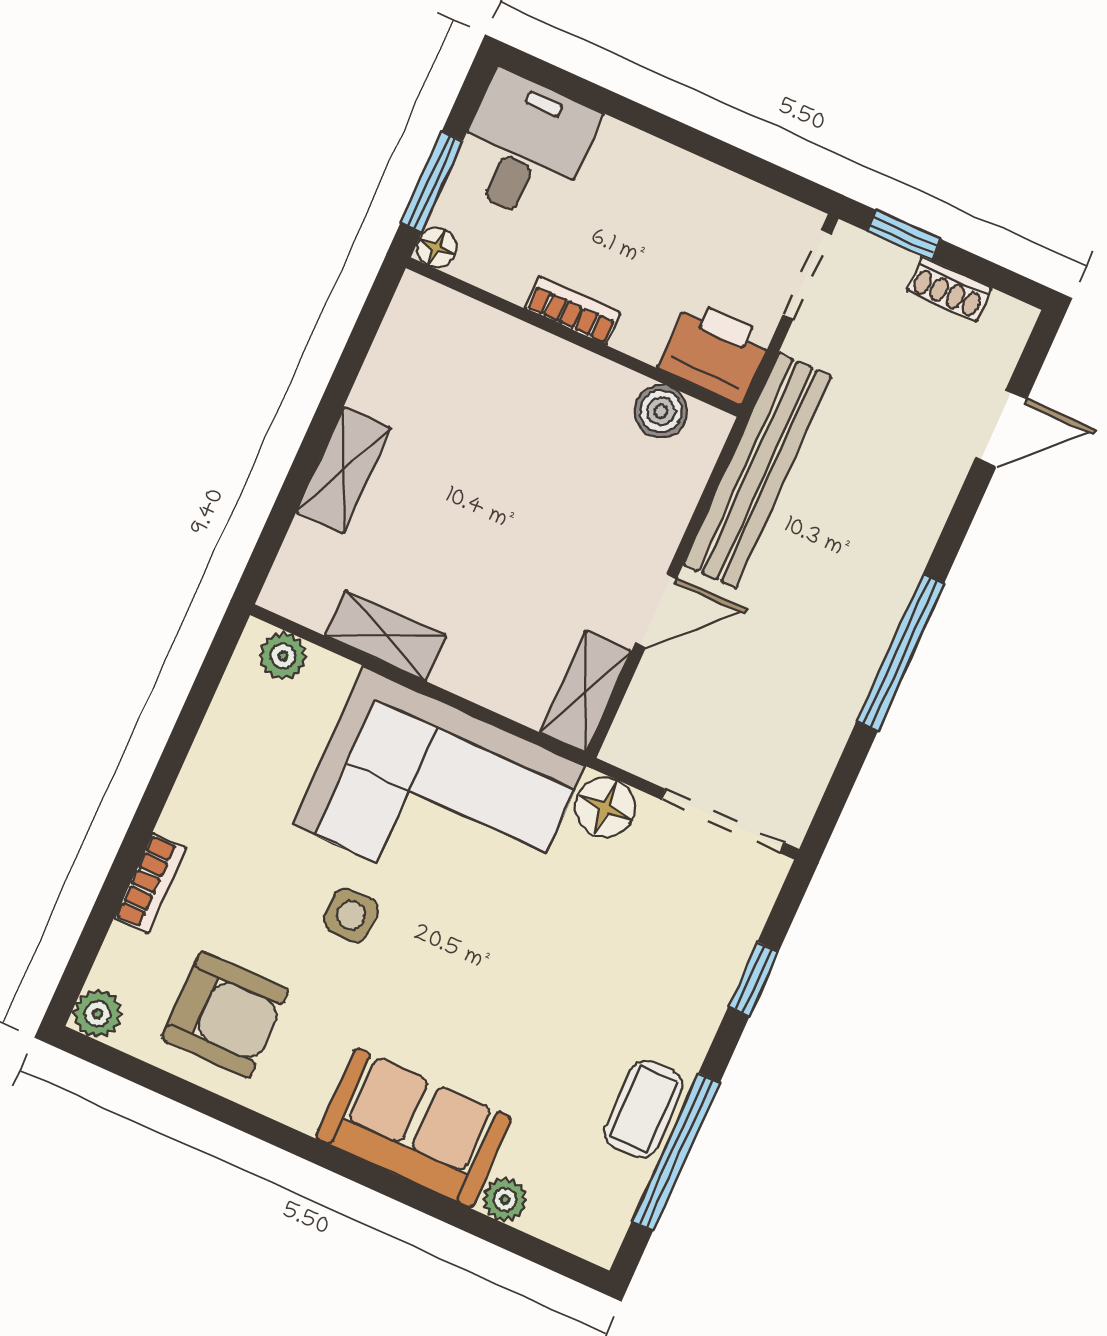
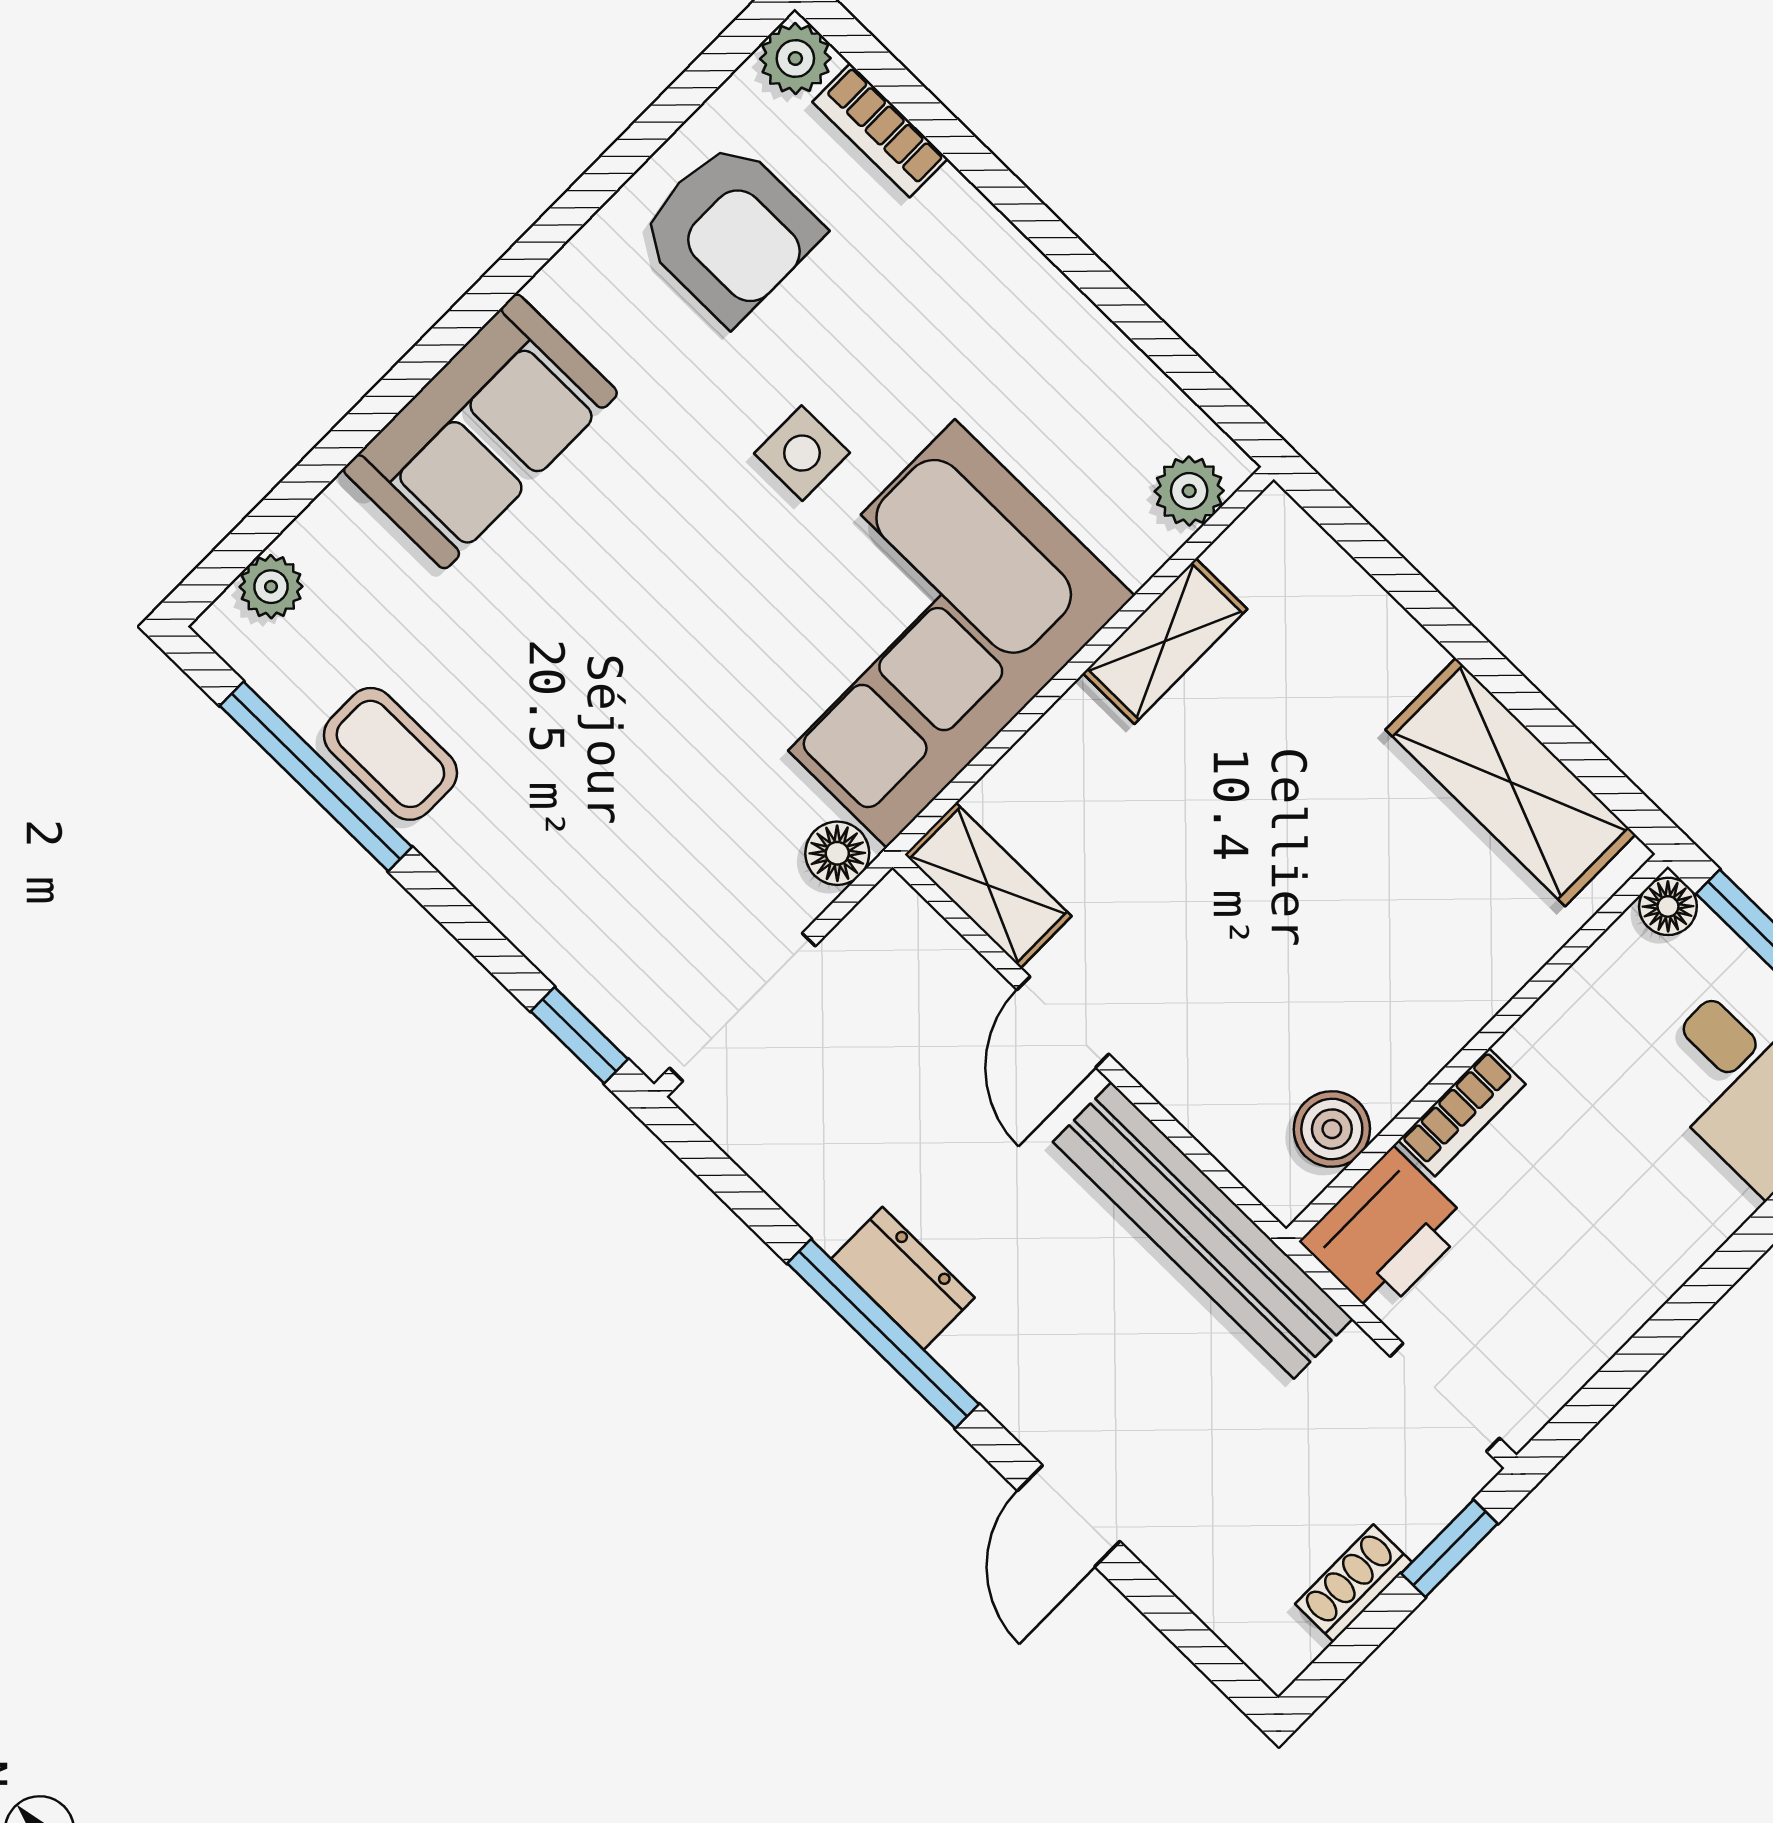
bookcase: (573, 311) -> (1462, 1112), moved
door: (1001, 429) -> (1069, 1516), moved
shelving: (344, 470) -> (1510, 782), moved, width x1.50, depth x1.33
dresser: (860, 653) -> (903, 1278), added
floor lamp: (605, 807) -> (837, 853), width x0.73, depth x0.73
bookcase: (150, 883) -> (880, 130), moved
window: (754, 979) -> (579, 1035), moved
armchair: (225, 1015) -> (730, 232), turned -90
plant: (505, 1200) -> (271, 587), moved

